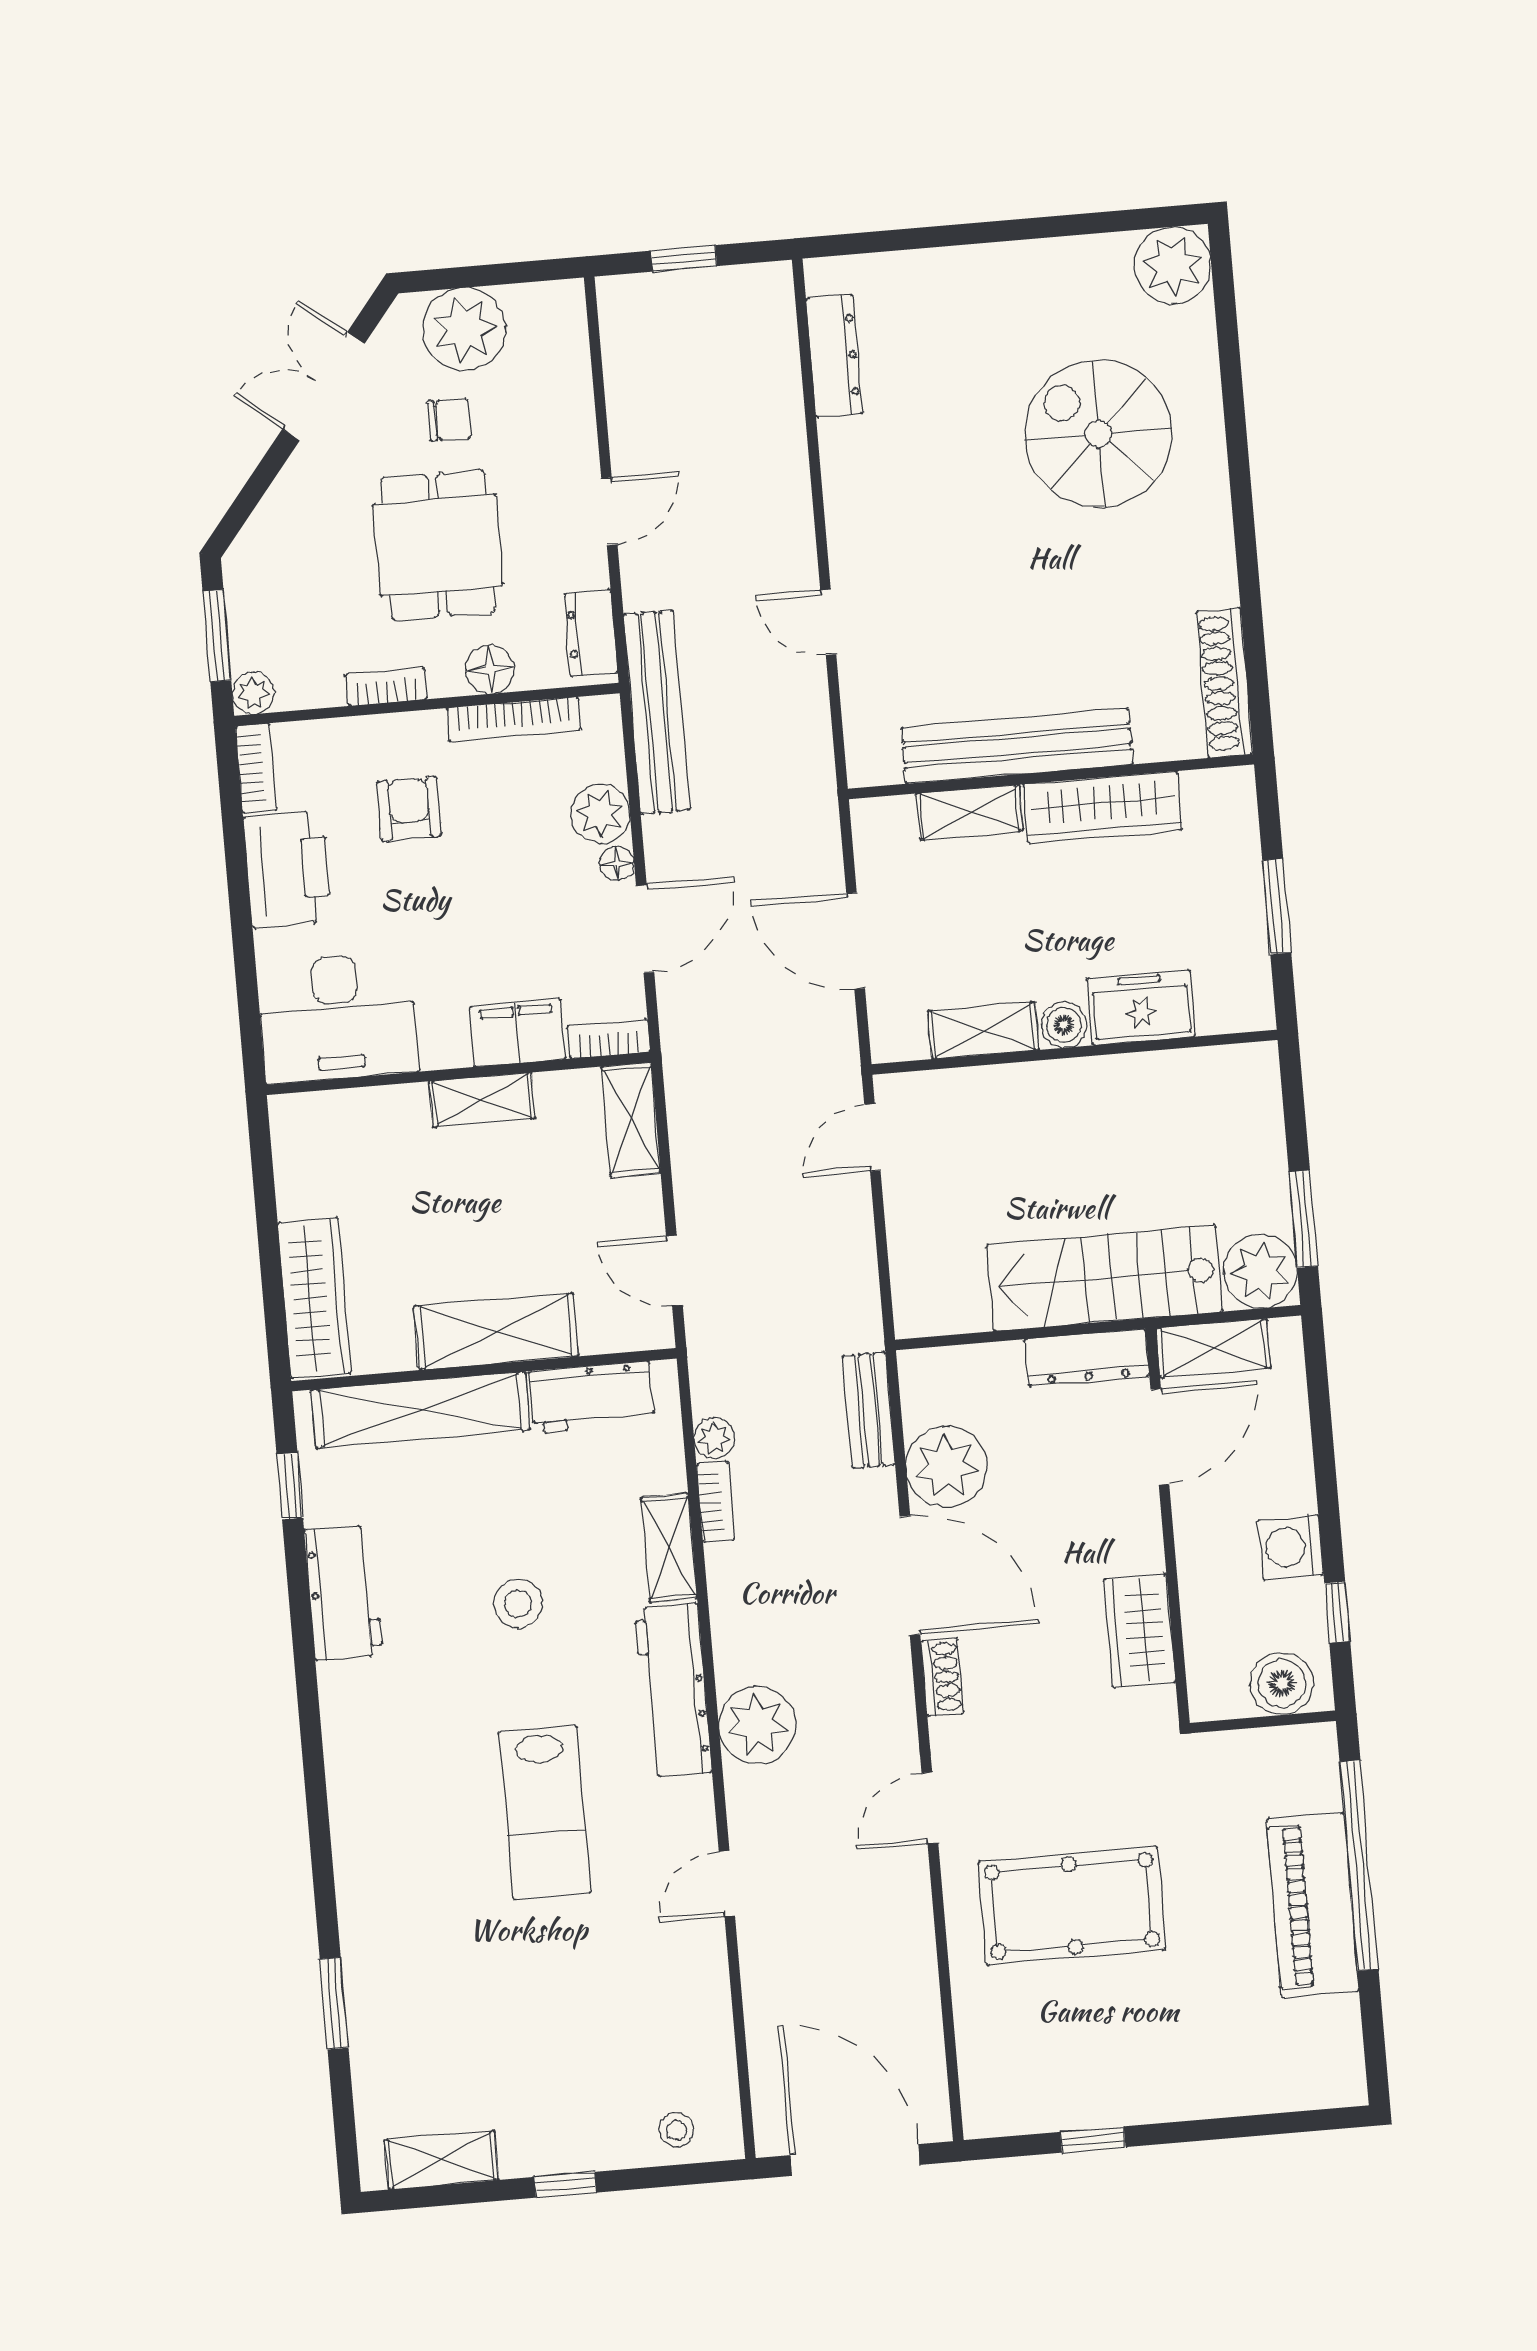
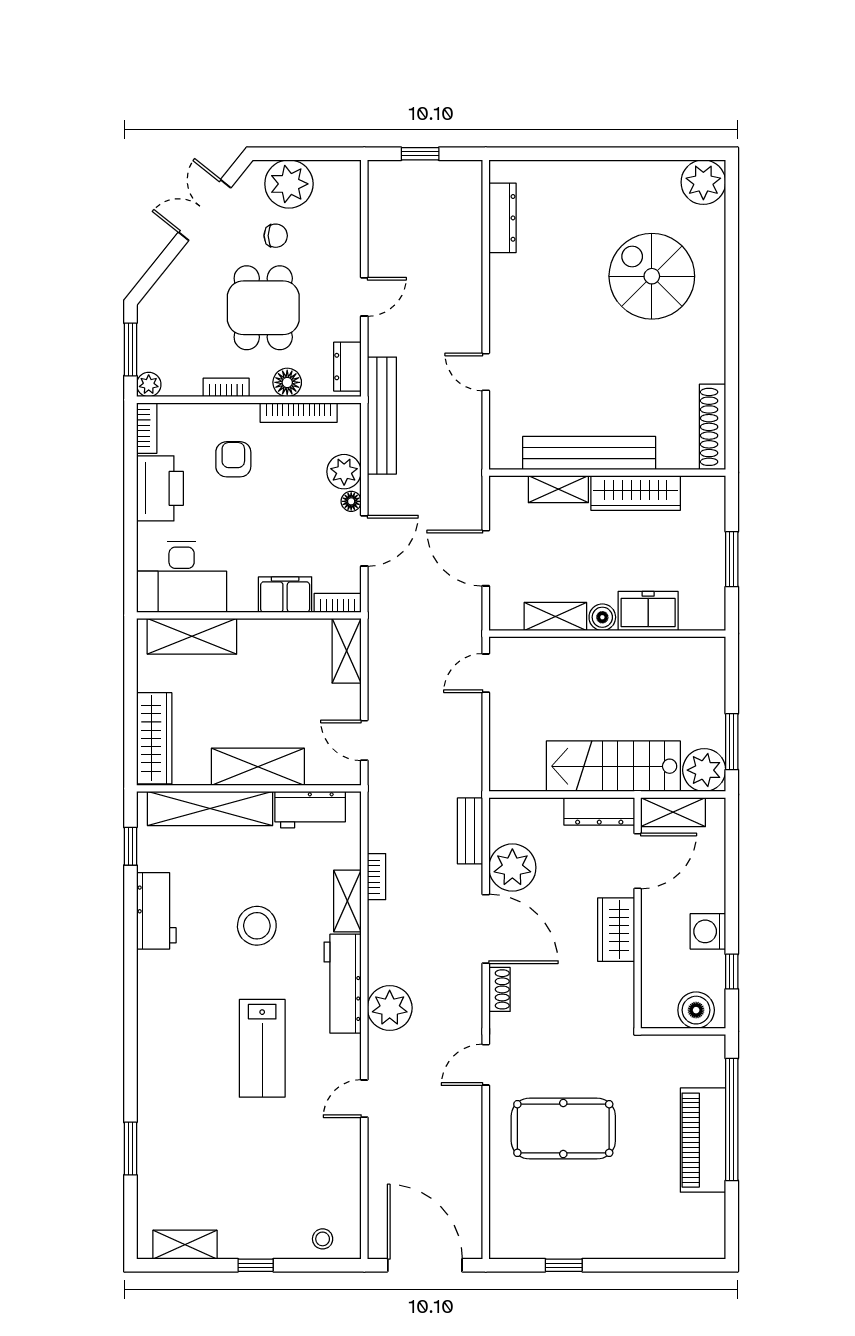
shelving: (482, 1100) -> (192, 636), moved, width x1.50, depth x1.33
plant: (714, 1438) -> (379, 839), removed
stool: (518, 1604) -> (257, 926), width x1.38, depth x1.38
wardrobe: (1139, 1631) -> (616, 930), moved

